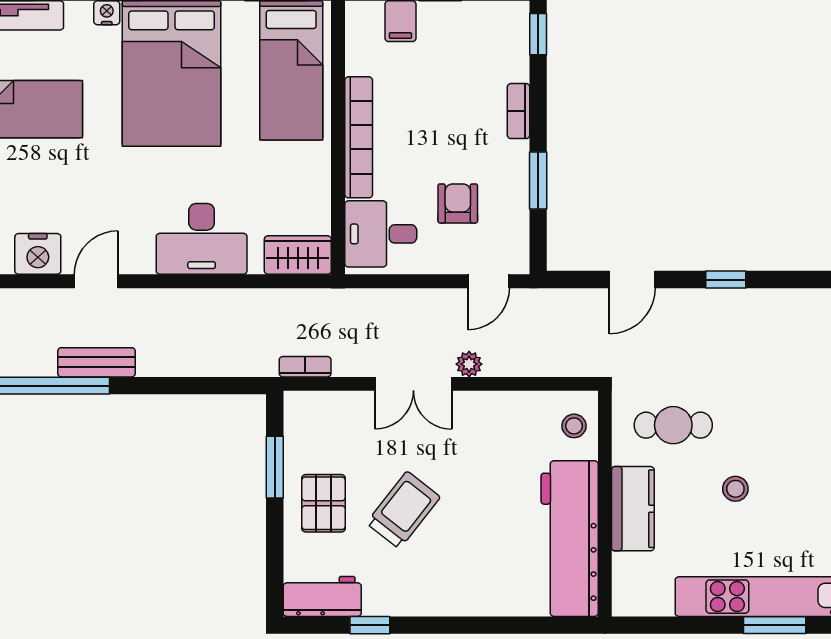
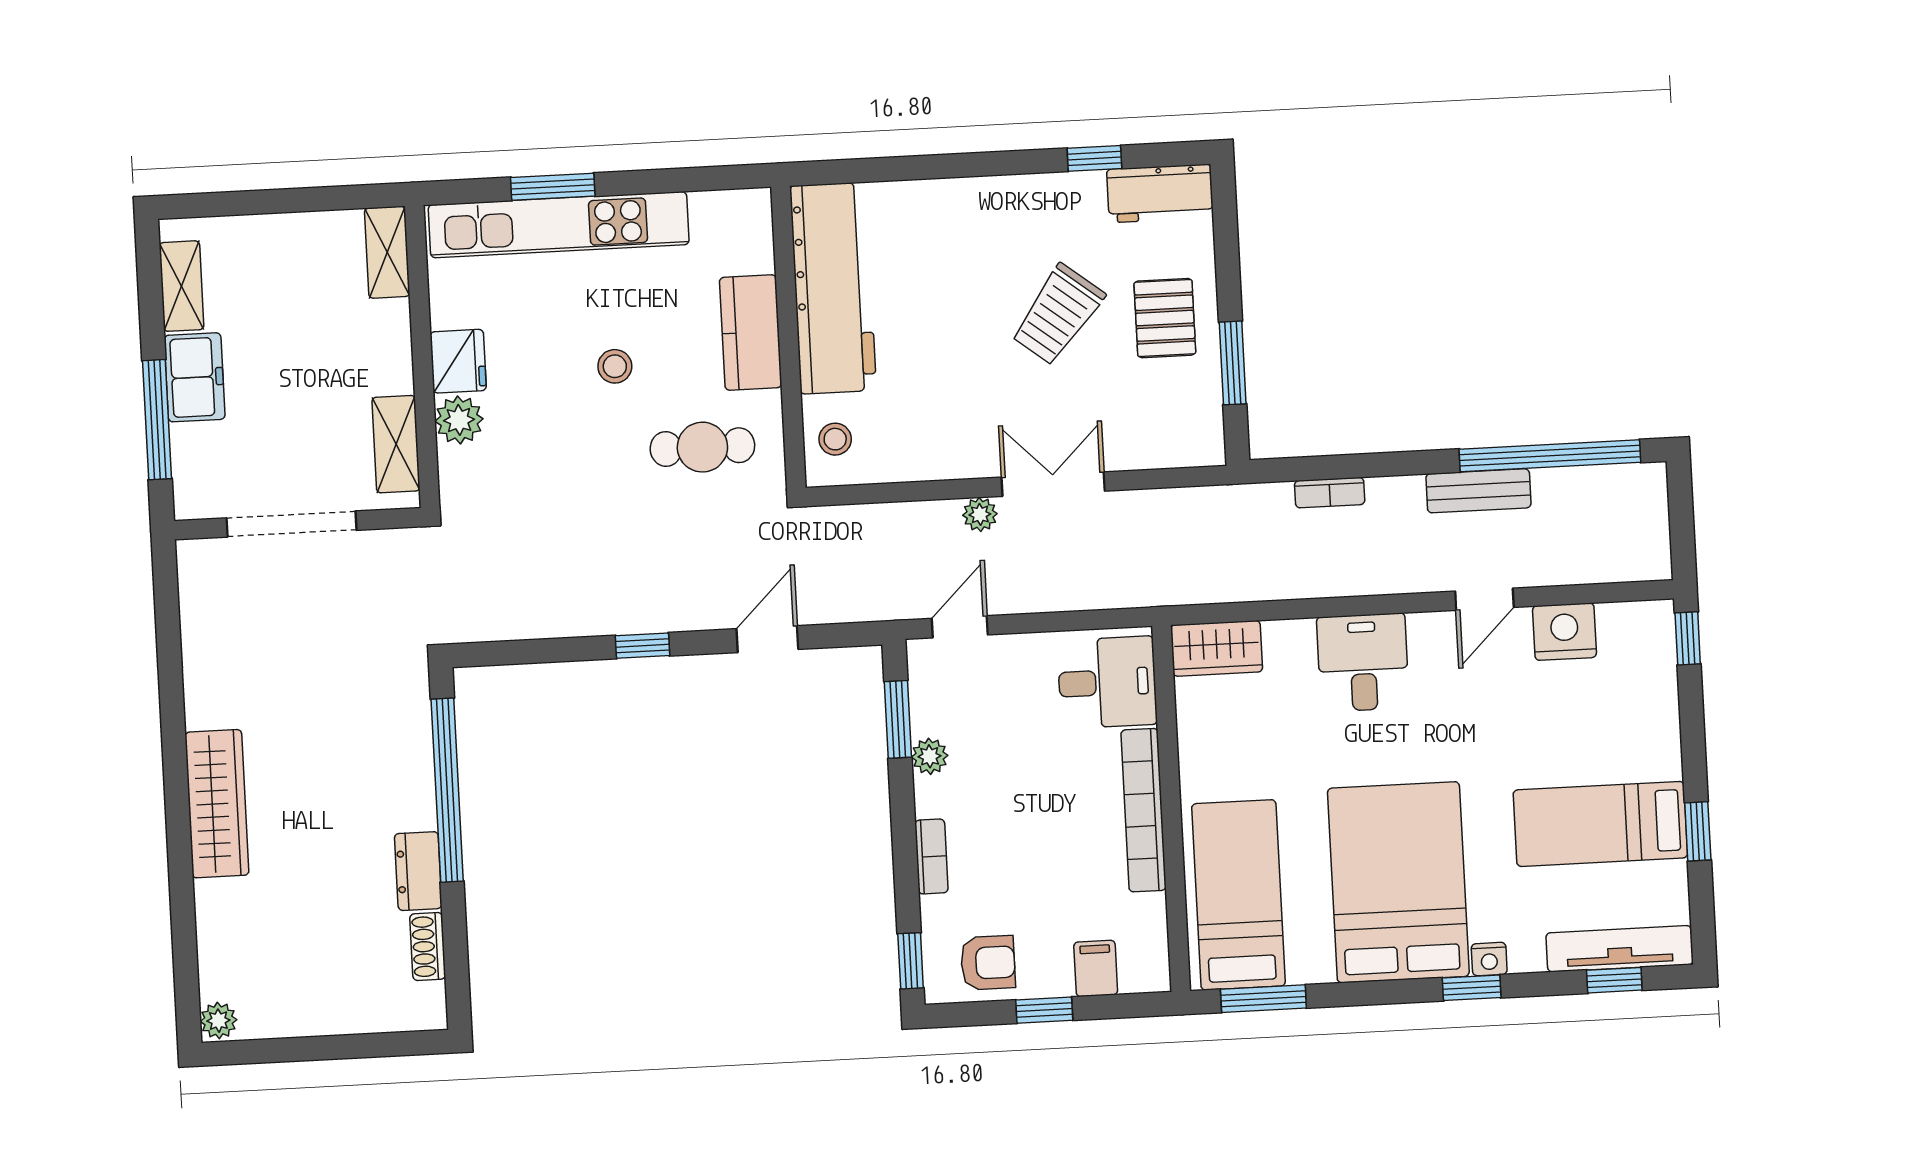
window: (538, 181) -> (898, 719), moved
plant: (516, 186) -> (930, 756), added
armchair: (458, 203) -> (988, 963), moved, turned -90
desk: (202, 239) -> (1363, 662), width x0.73
bookcase: (305, 367) -> (1330, 493), moved

